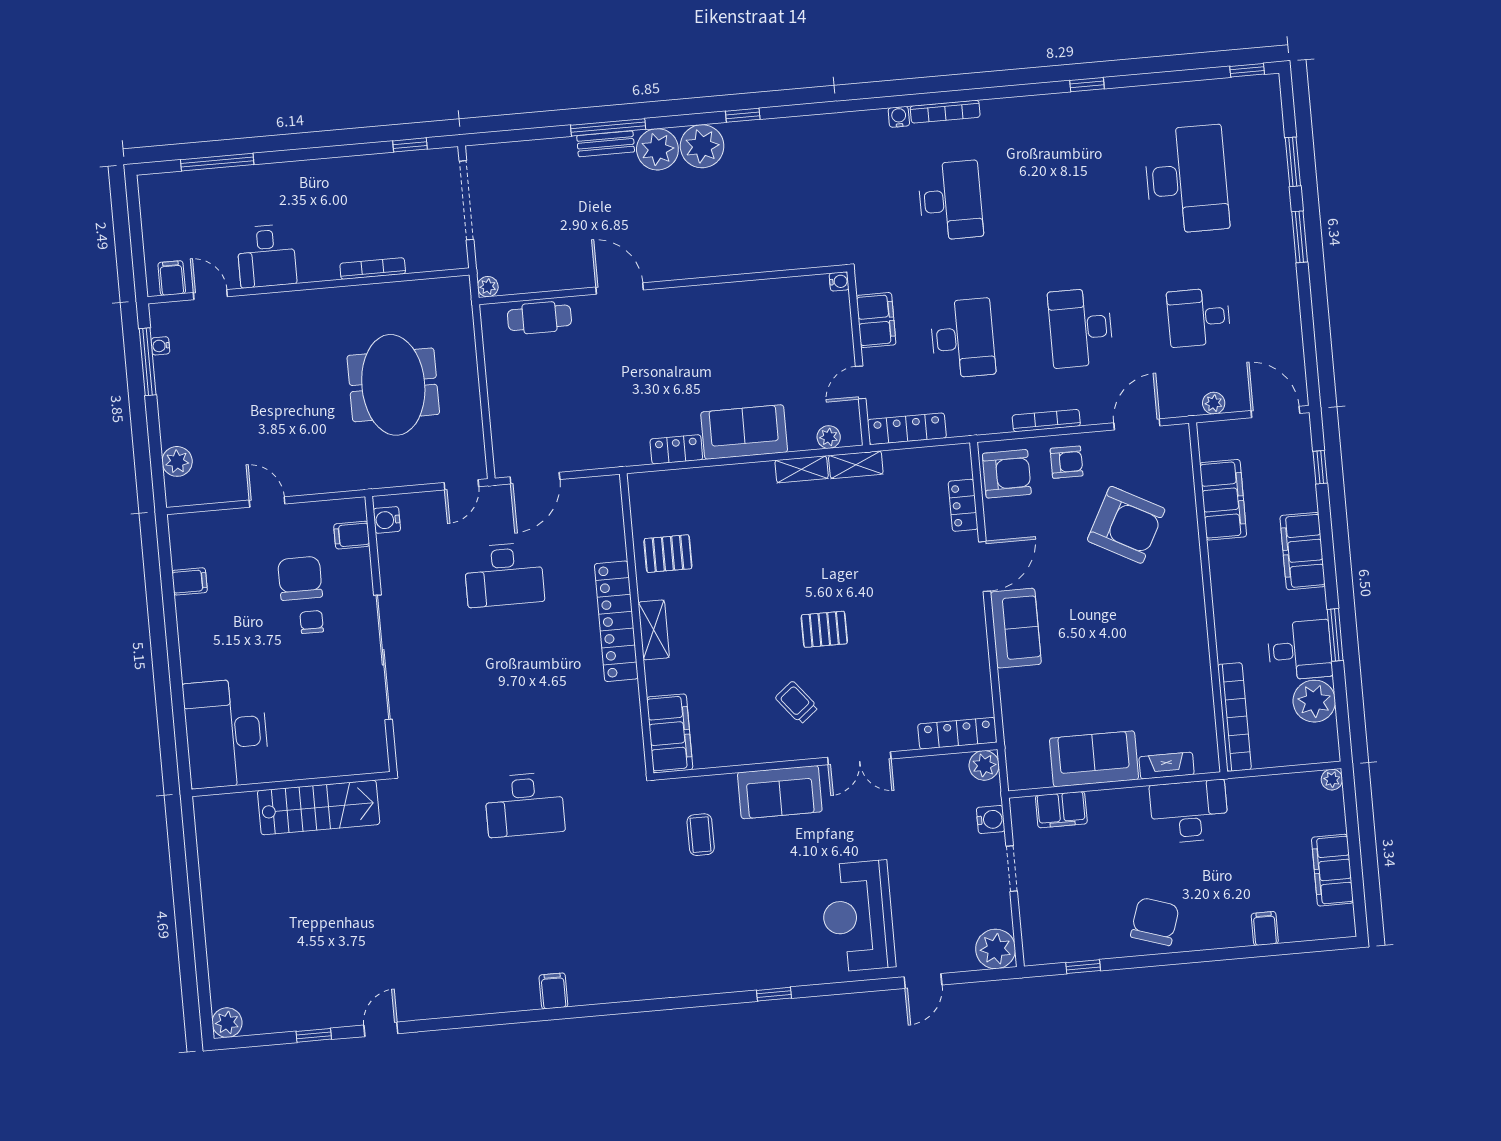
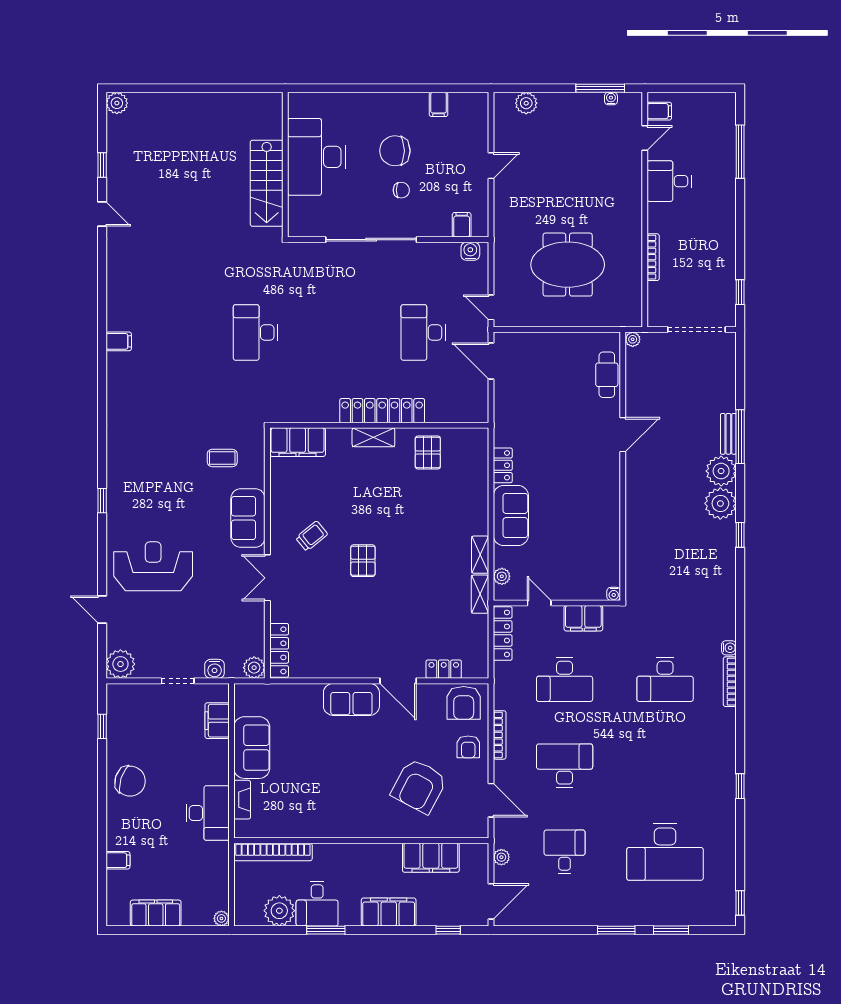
chair: (300, 578) -> (395, 151), moved, turned 180
desk: (226, 733) -> (317, 157), moved, turned -90

